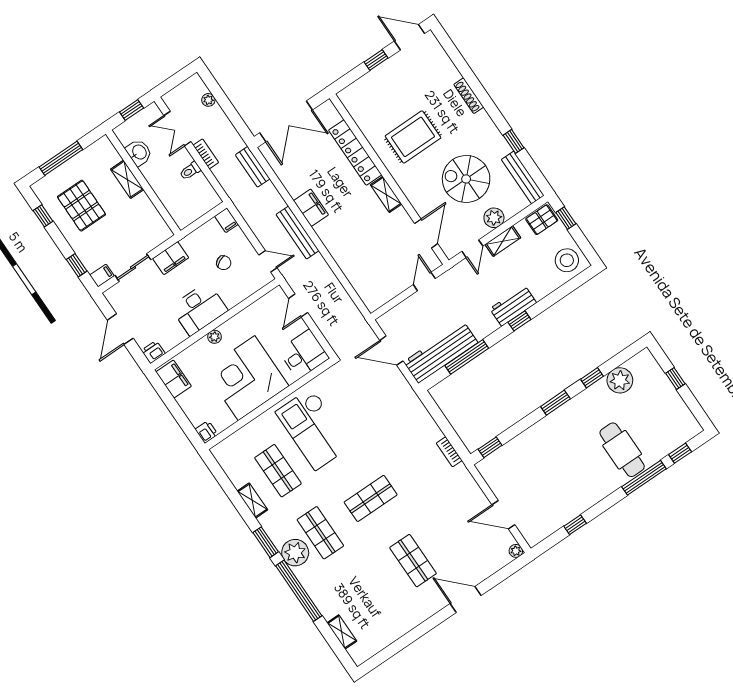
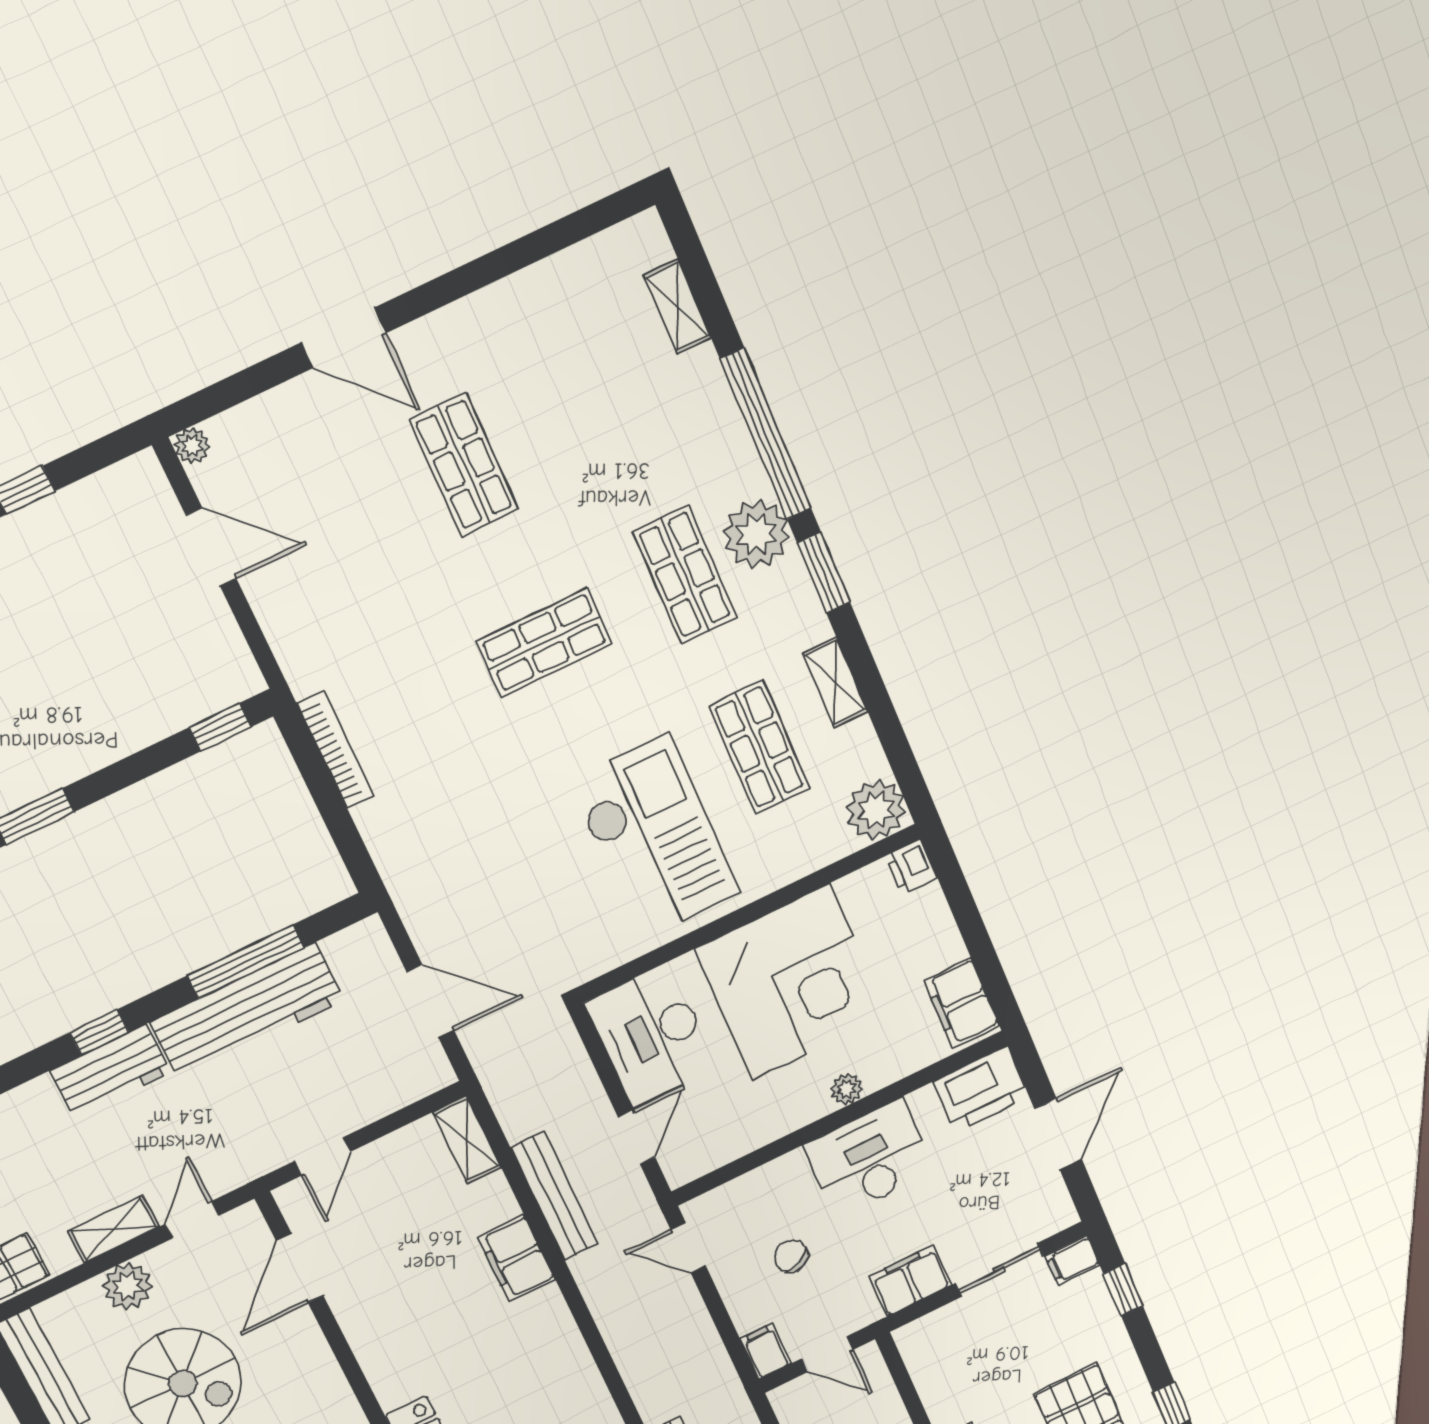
shelving: (386, 194) -> (467, 1140), moved
filing cabinet: (311, 208) -> (516, 1258), moved
door: (200, 222) -> (827, 1354), added
bench: (297, 233) -> (554, 1196), moved
printer: (153, 352) -> (981, 1089), width x1.87, depth x1.48
workbench: (441, 352) -> (247, 1011), moved
desk: (304, 354) -> (651, 1035), width x1.37
bookcase: (449, 452) -> (336, 750), width x1.56
plant: (226, 453) -> (876, 810), added

